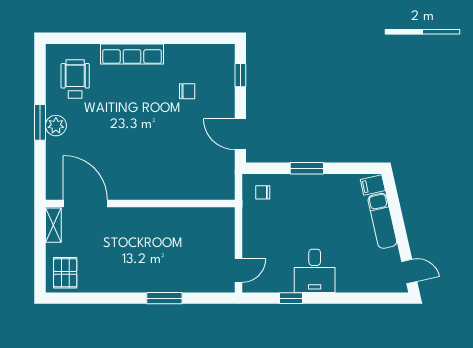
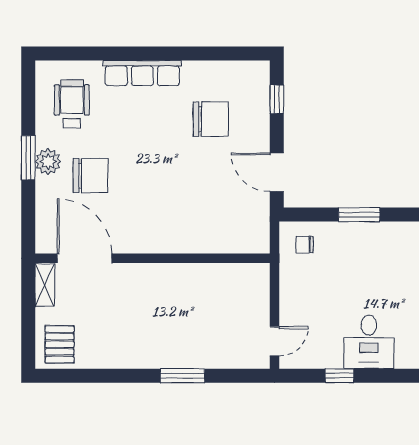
chair: (187, 91) -> (211, 119), width x1.87, depth x1.87
chair: (90, 137) -> (90, 176), added

